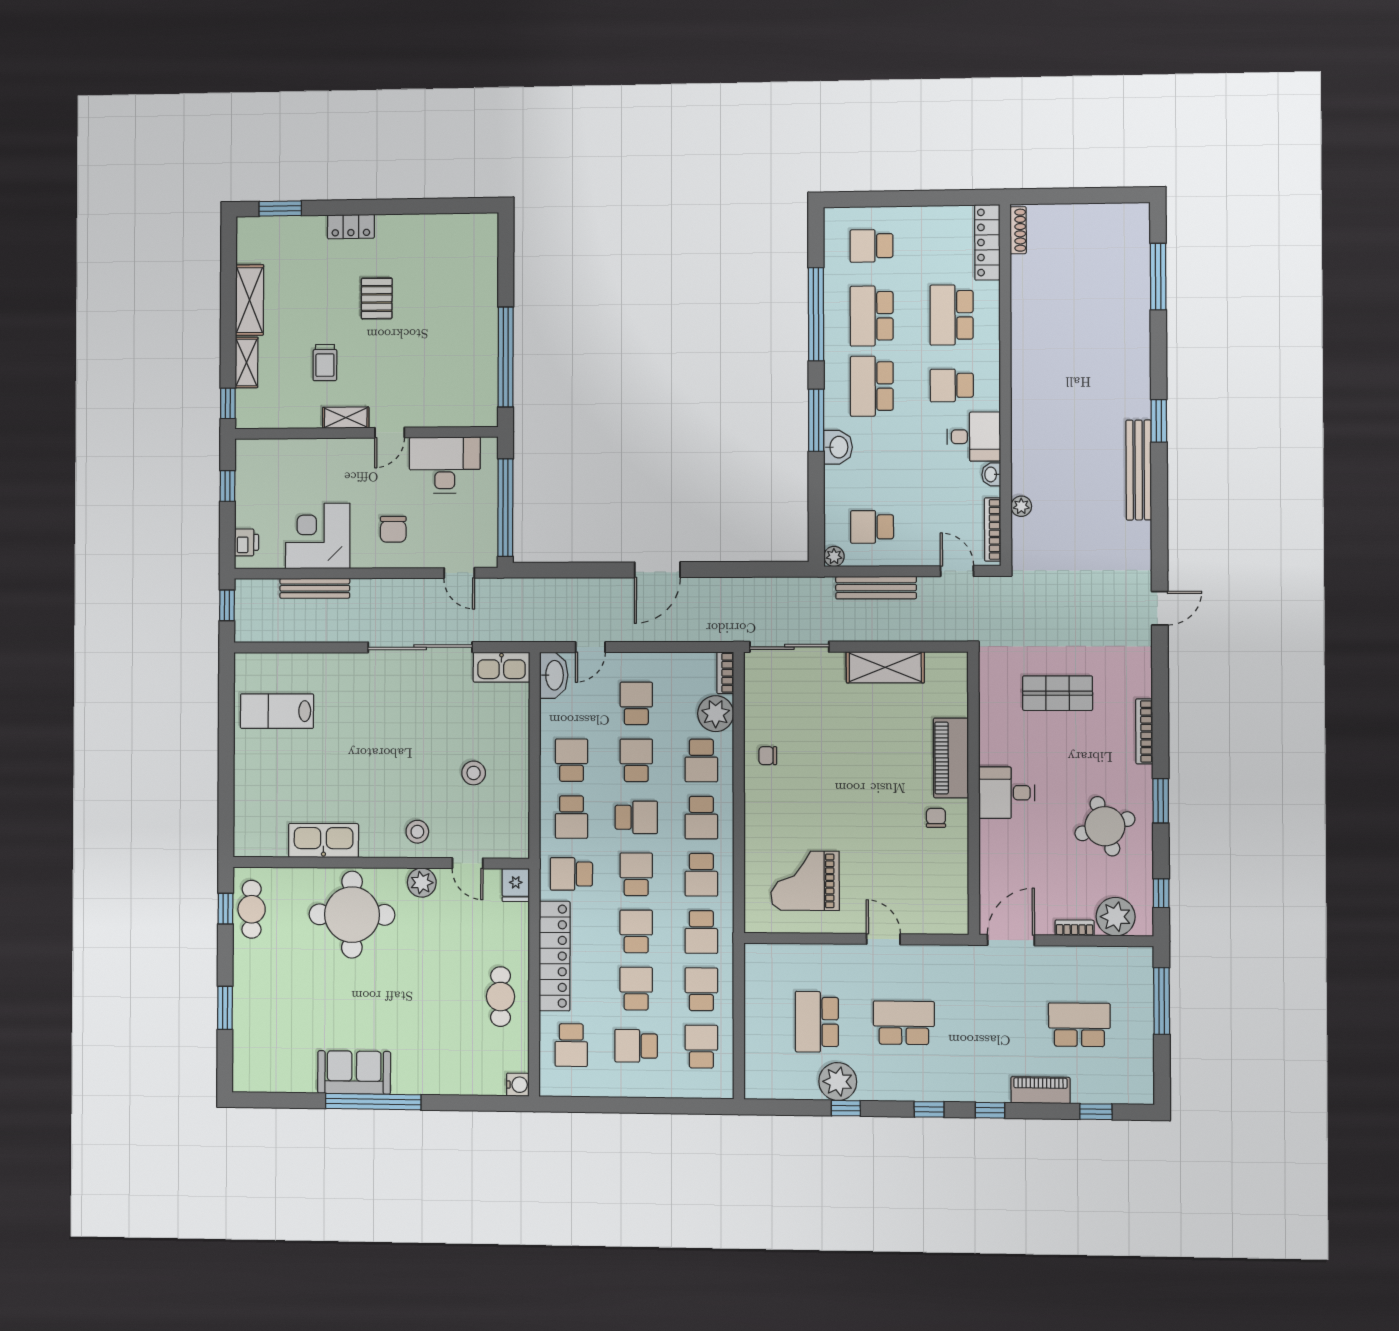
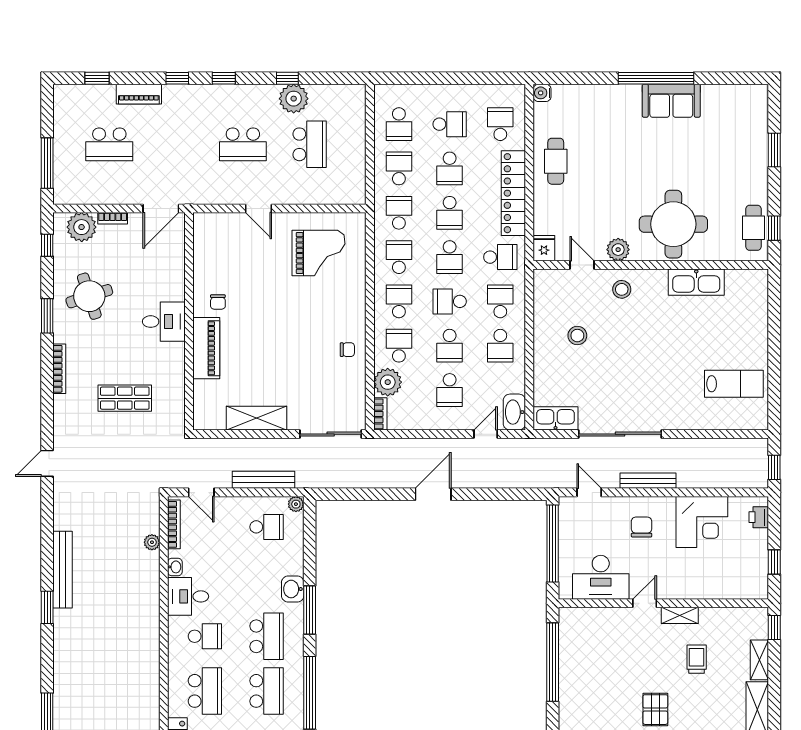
bench: (315, 588) -> (648, 481), moved
school desk: (701, 989) -> (399, 168), turned 180

